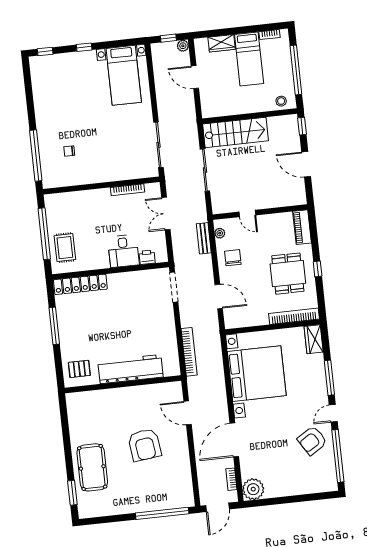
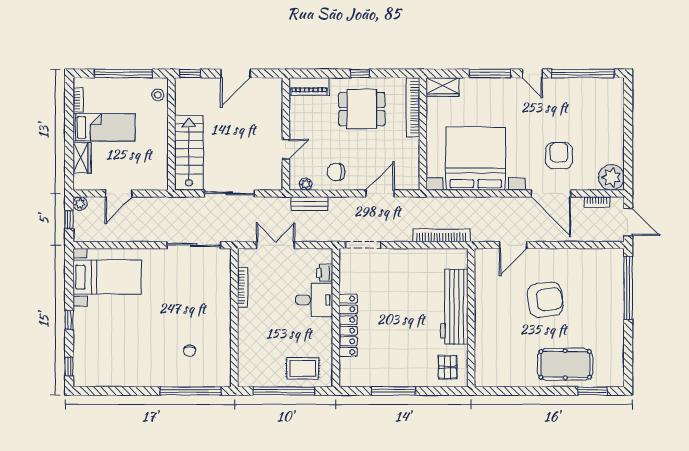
double door: (166, 214) -> (276, 245), swing flipped
locker: (80, 284) -> (348, 325), moved
armchair: (312, 441) -> (559, 156), moved, turned -148

